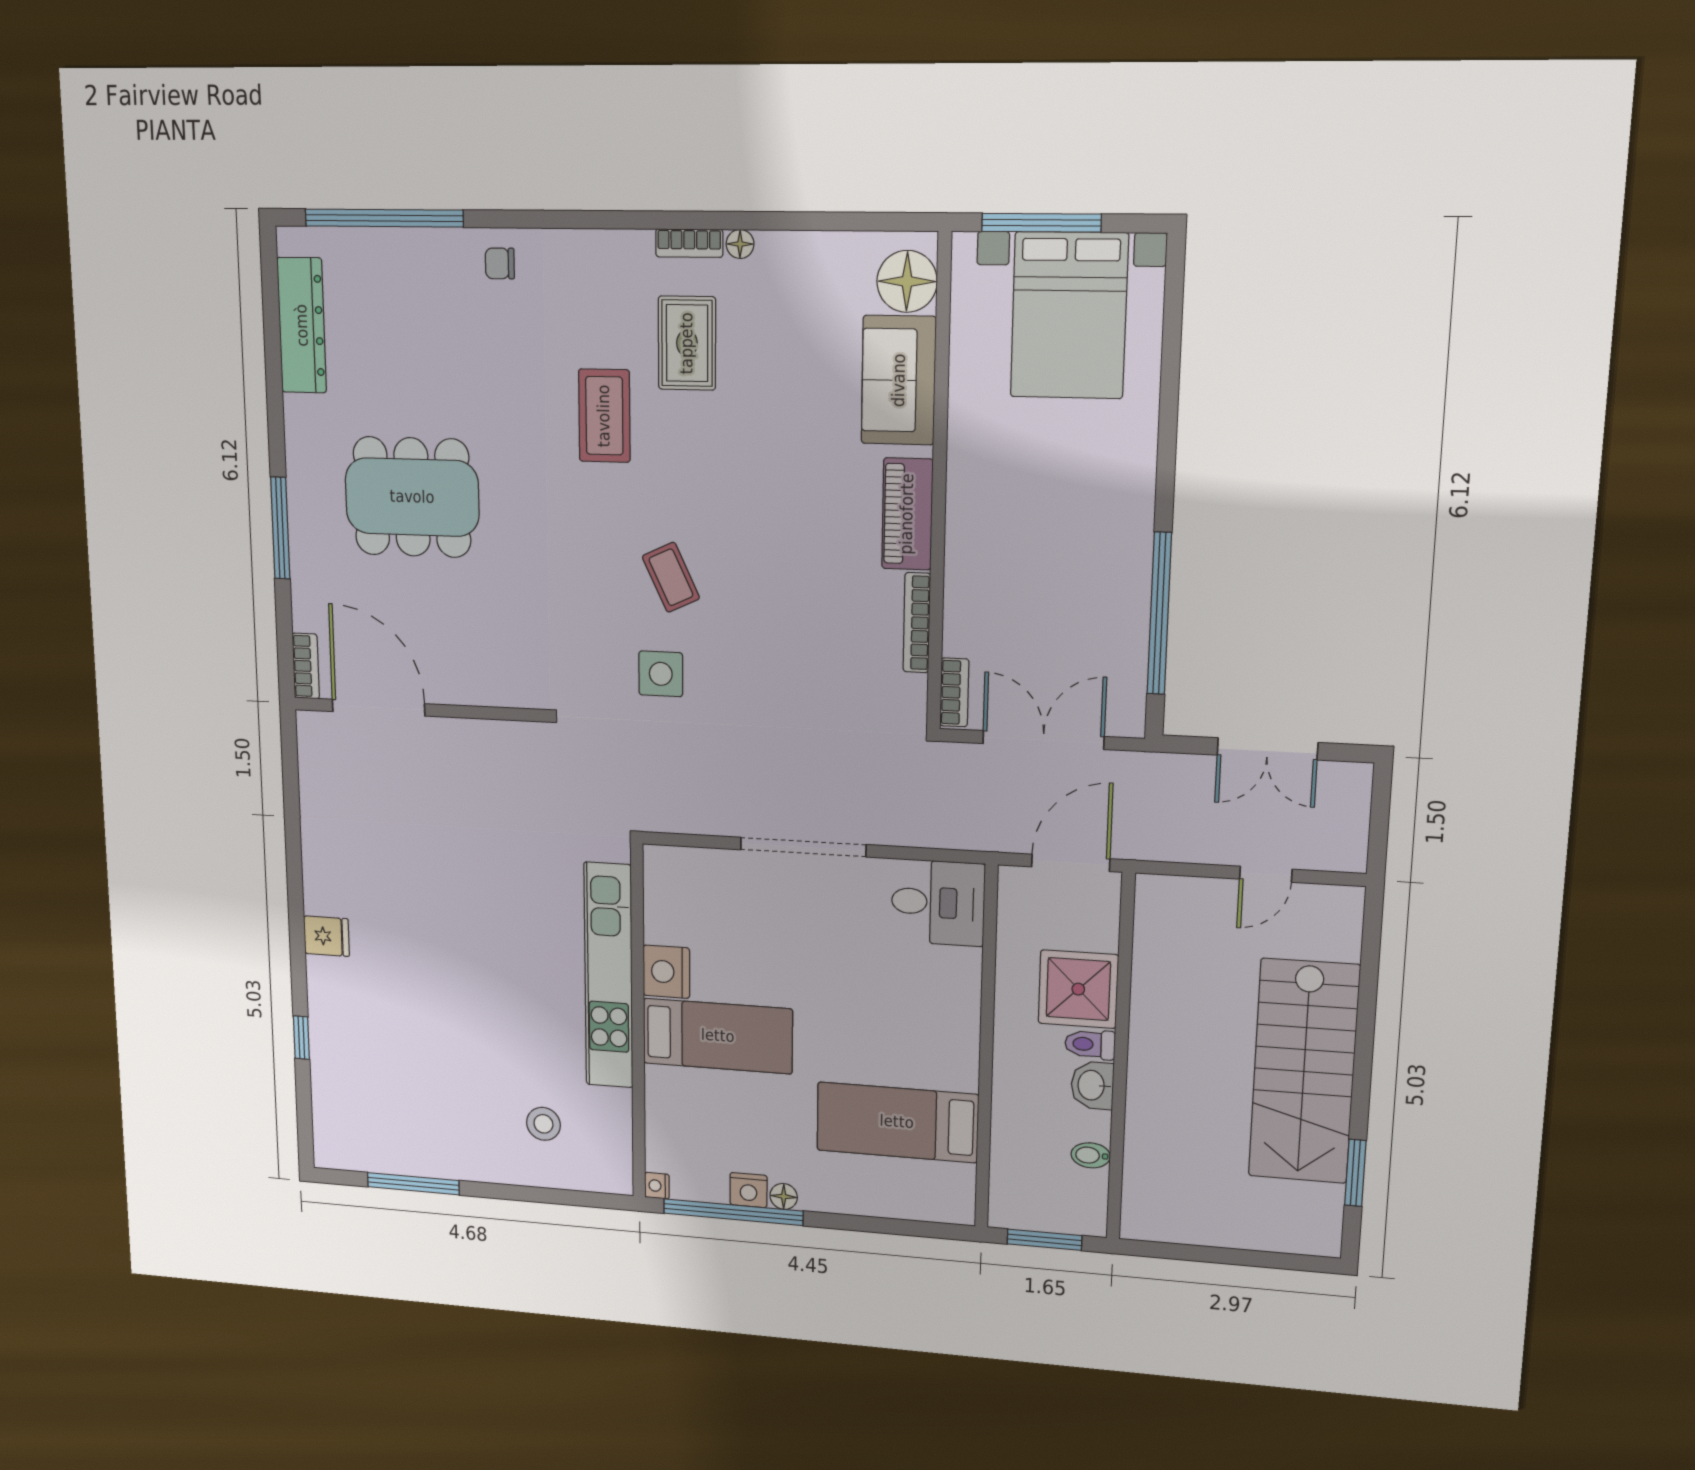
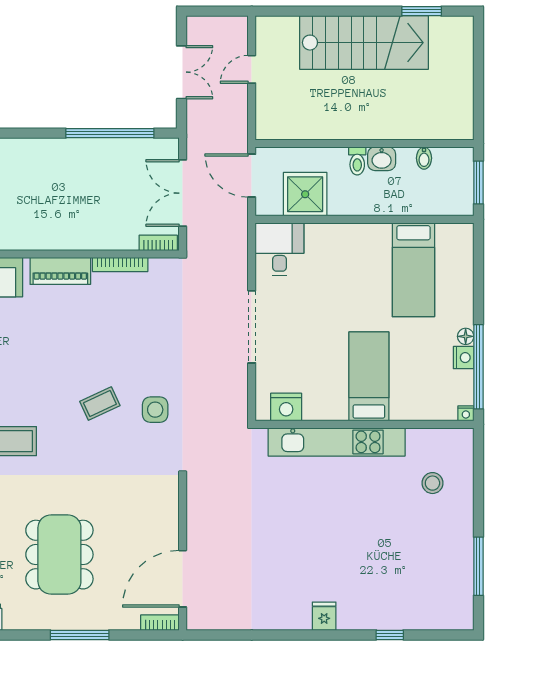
door: (1266, 874) -> (252, 69), swing flipped
nightstand: (666, 972) -> (286, 407), moved
shower: (1078, 989) -> (305, 194), moved

